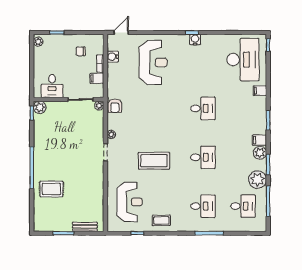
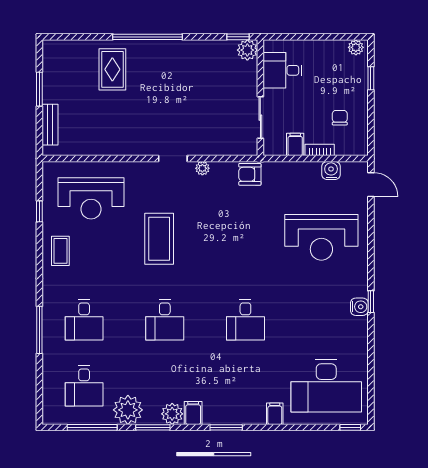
plant: (99, 106) -> (250, 148), removed

